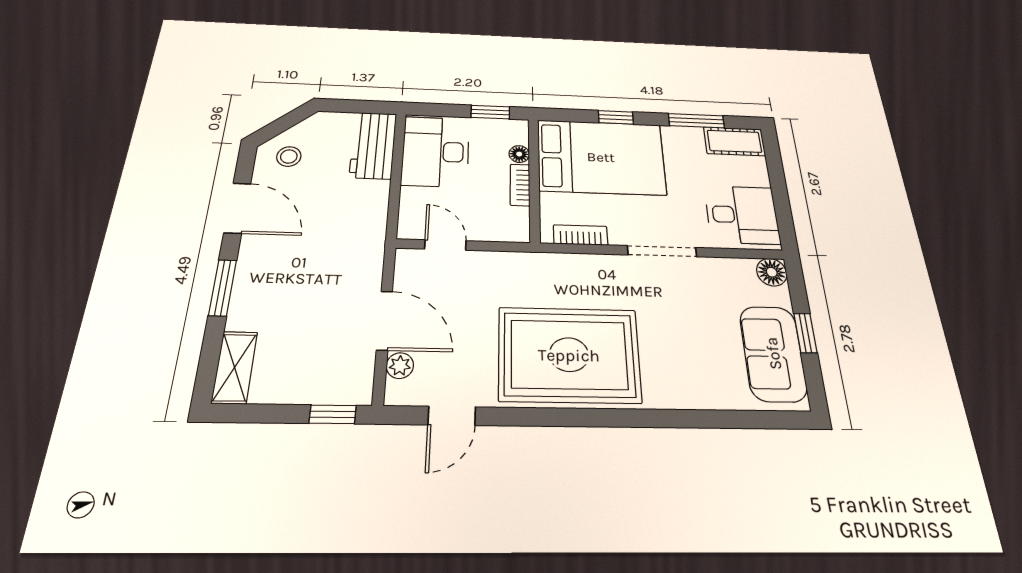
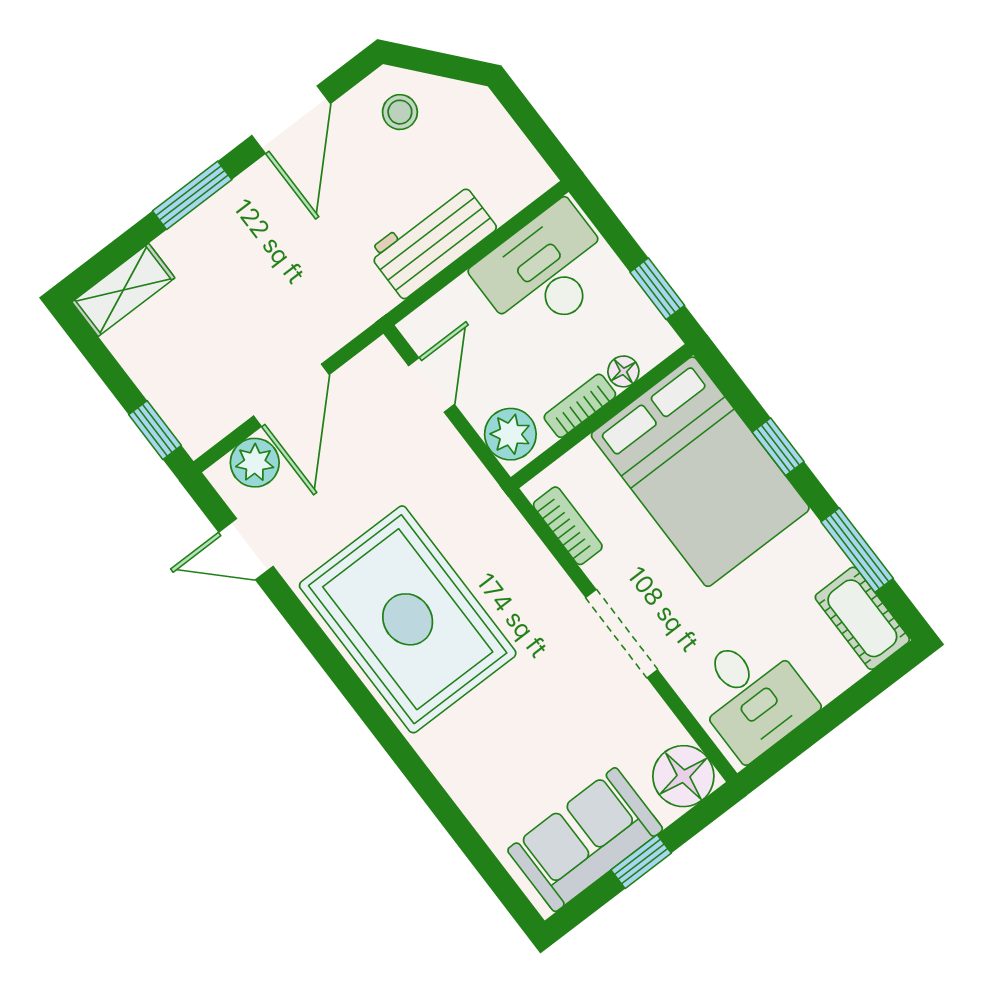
workbench: (373, 145) -> (432, 240), moved
plant: (507, 227) -> (510, 434), added
floor lamp: (772, 272) -> (683, 776), width x1.38, depth x1.38
plant: (400, 366) -> (255, 463), width x1.38, depth x1.38

